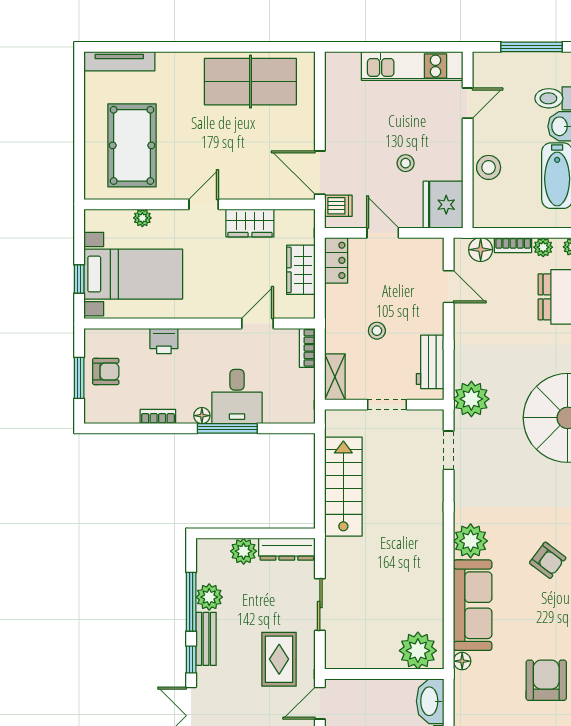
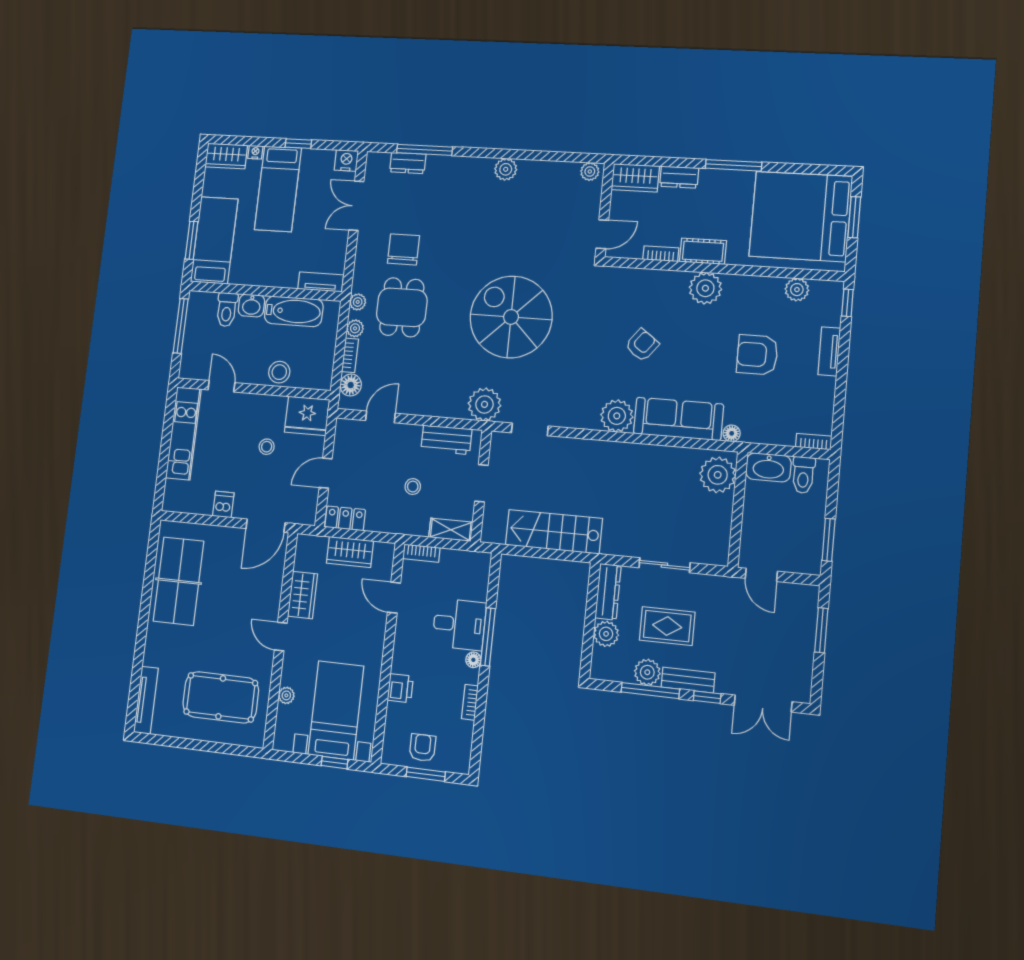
dishwasher: (338, 206) -> (223, 504), moved
rug: (279, 659) -> (667, 626), moved

